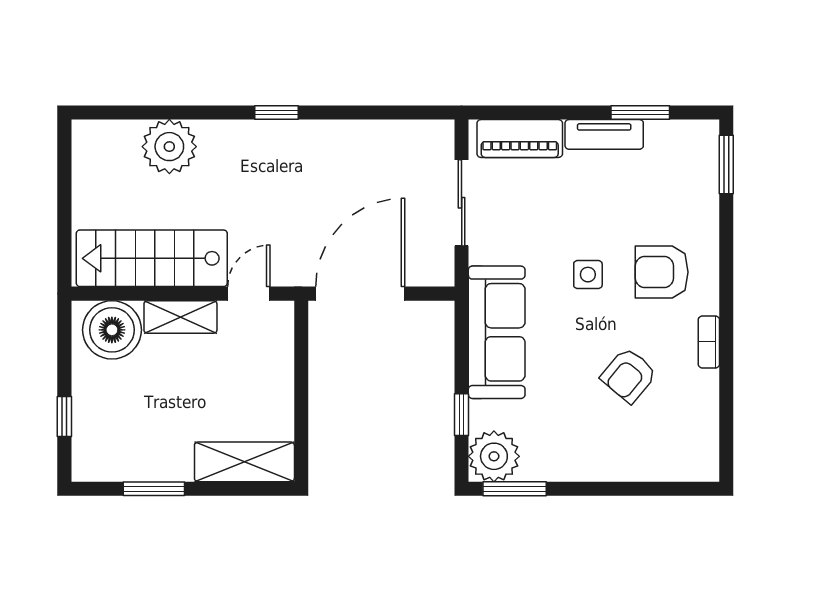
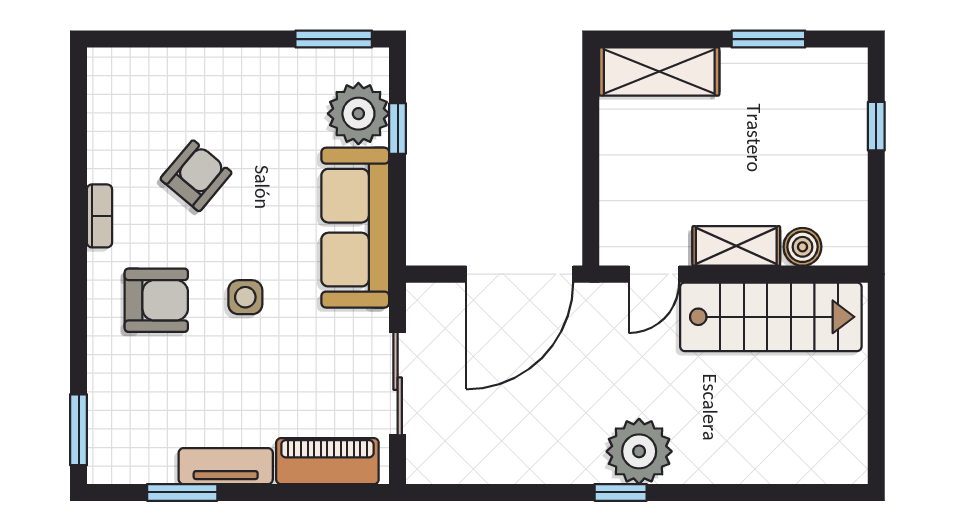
plant: (169, 147) -> (639, 451), moved
boiler: (112, 330) -> (802, 247), width x0.54, depth x0.54
plant: (494, 456) -> (358, 114), moved

